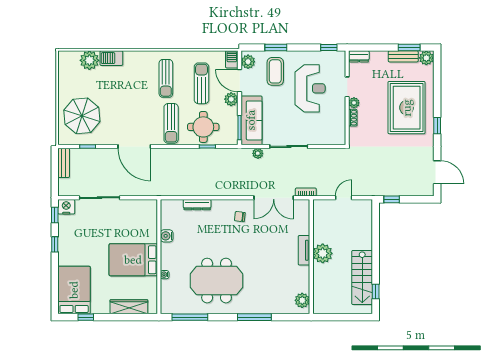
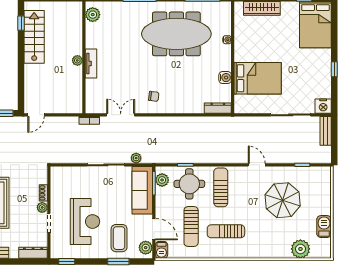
dresser: (359, 56) -> (33, 253), width x1.44
barbecue: (111, 58) -> (324, 227), moved, turned -90
sun lounger: (166, 78) -> (226, 231), turned -90
reception desk: (310, 88) -> (85, 222), turned 180
plant: (231, 99) -> (162, 180), moved
parasol: (82, 116) -> (283, 200), moved
door: (134, 146) -> (257, 165), width x0.53
bench: (64, 163) -> (326, 131), moved
double door: (274, 198) -> (121, 115), width x0.73
door: (344, 198) -> (36, 115), moved
dresser: (197, 205) -> (218, 108), moved
window: (55, 215) -> (334, 98), removed
plant: (323, 253) -> (77, 60), width x0.53, depth x0.53
bed: (133, 260) -> (258, 78), moved
meeting table: (217, 281) -> (176, 34), width x1.36

